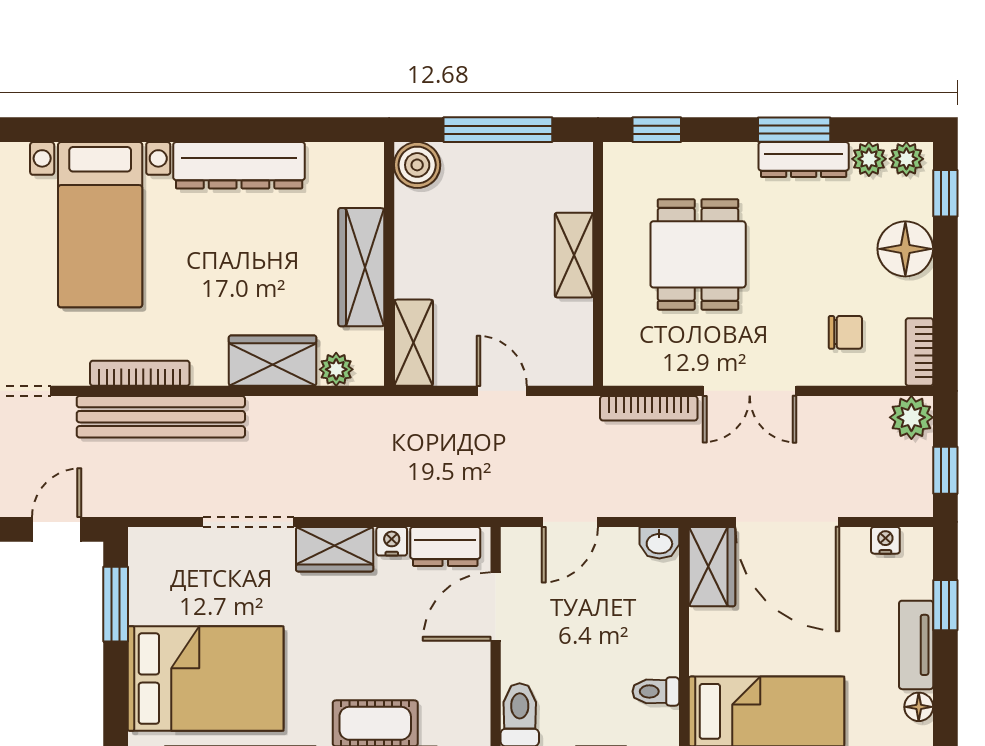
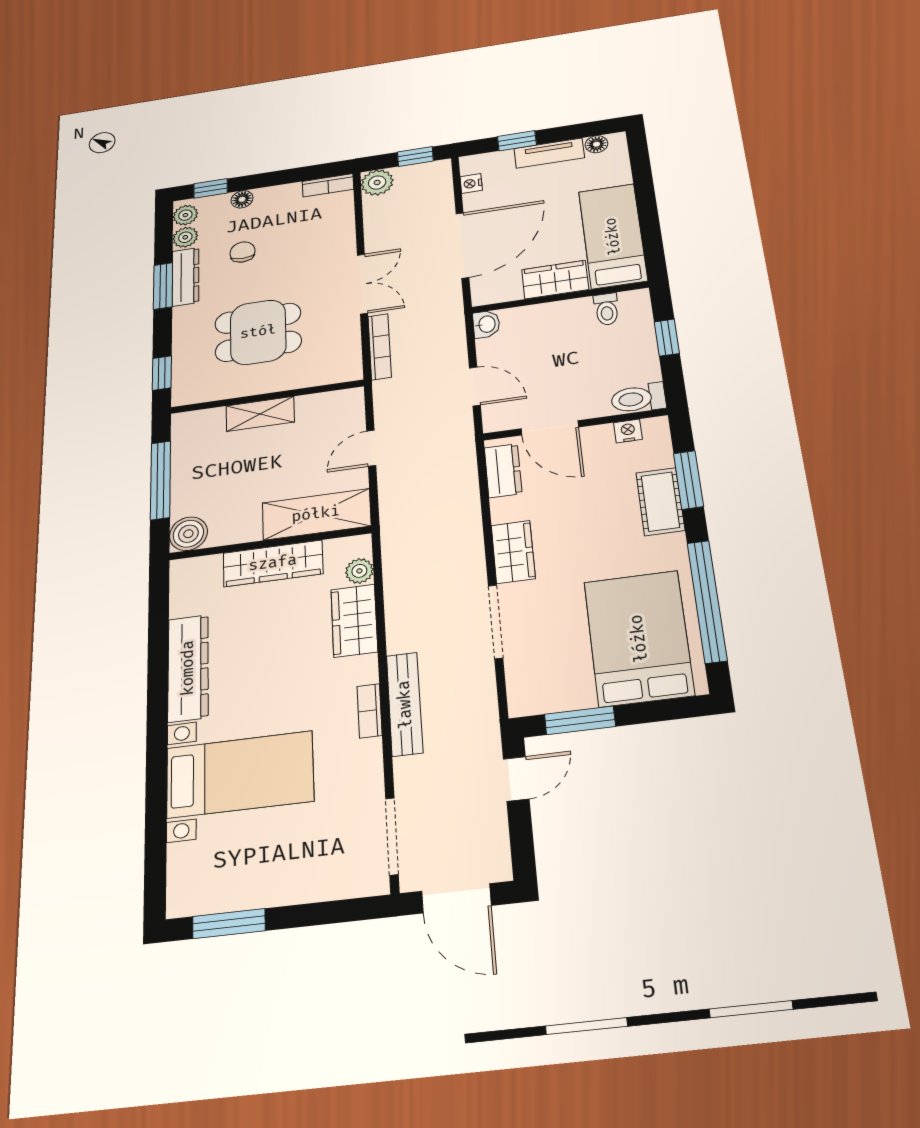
floor lamp: (905, 249) -> (242, 199), width x0.53, depth x0.53
chair: (845, 332) -> (243, 252), moved
shelving: (414, 343) -> (316, 514), width x1.50, depth x1.33
bookcase: (140, 373) -> (370, 711), width x0.64
bench: (161, 417) -> (405, 704), width x0.73, depth x0.82
door: (57, 529) -> (516, 779), swing flipped
nightstand: (392, 541) -> (628, 431), moved, turned 90
wardrobe: (712, 567) -> (555, 280), moved

